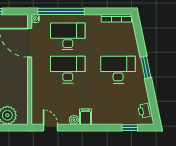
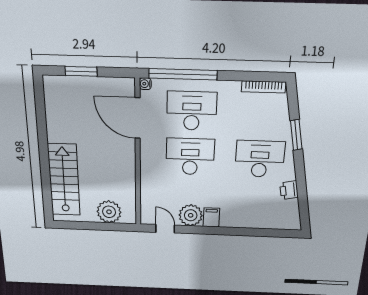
window: (146, 67) -> (296, 135), moved
printer: (145, 110) -> (289, 190), moved
plant: (74, 120) -> (191, 215), width x1.88, depth x1.88
window: (130, 128) -> (269, 233), removed

